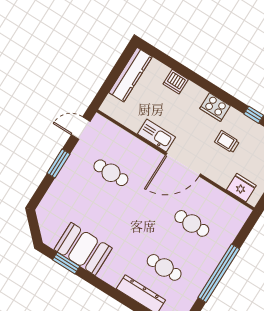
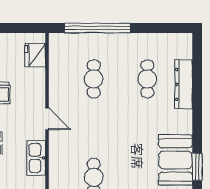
door: (183, 165) -> (47, 119), width x0.53
window: (219, 273) -> (97, 28), moved

